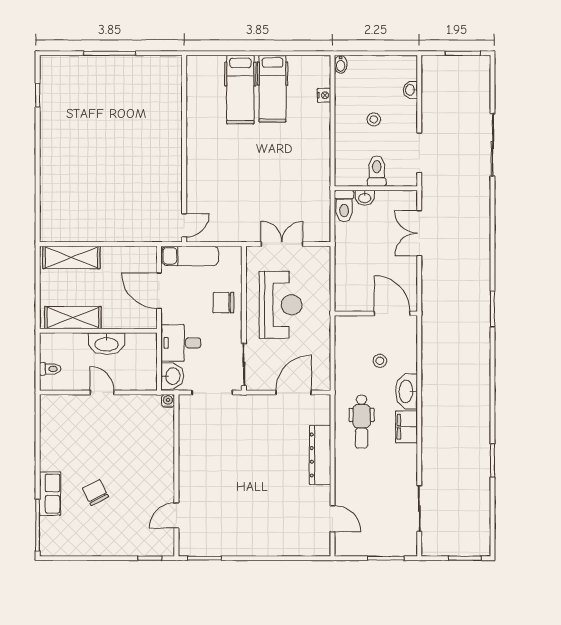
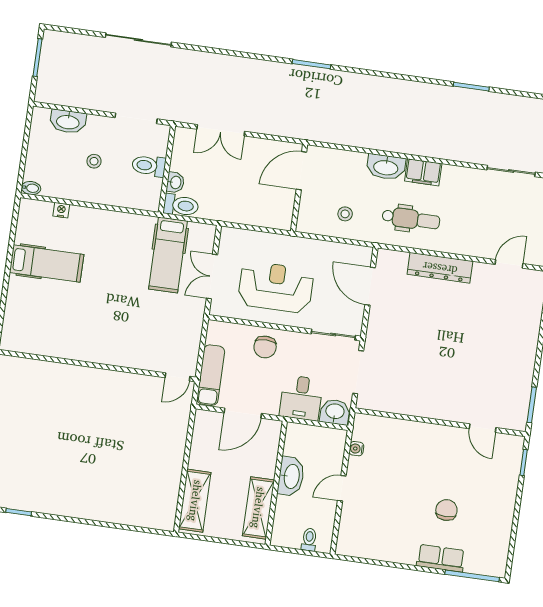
hospital bed: (240, 90) -> (168, 255), moved, turned 90
washbasin: (410, 90) -> (68, 122), width x1.91, depth x1.45
door: (184, 225) -> (178, 377), swing flipped
stool: (380, 361) -> (345, 214), moved
water cooler: (168, 401) -> (356, 449), moved
chair: (96, 493) -> (446, 510), turned 117

